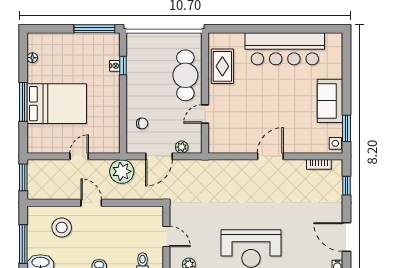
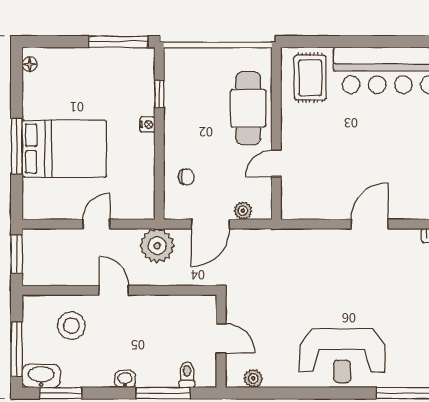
floor lamp: (32, 58) -> (30, 64), moved
nightstand: (115, 66) -> (147, 124), moved
rug: (222, 66) -> (310, 78), moved

